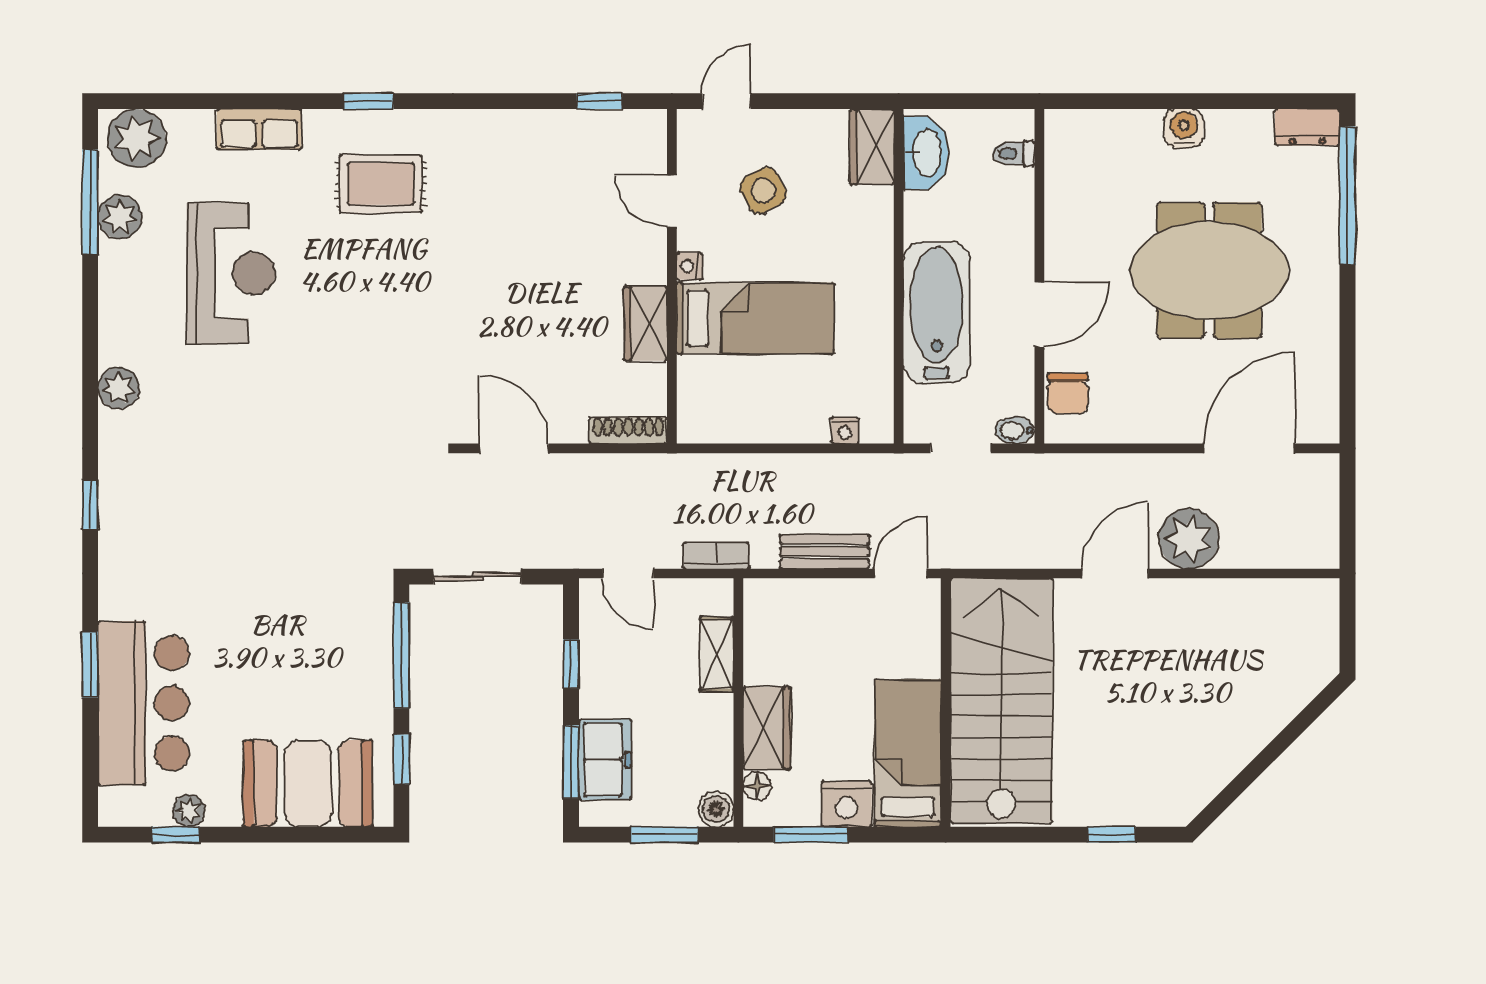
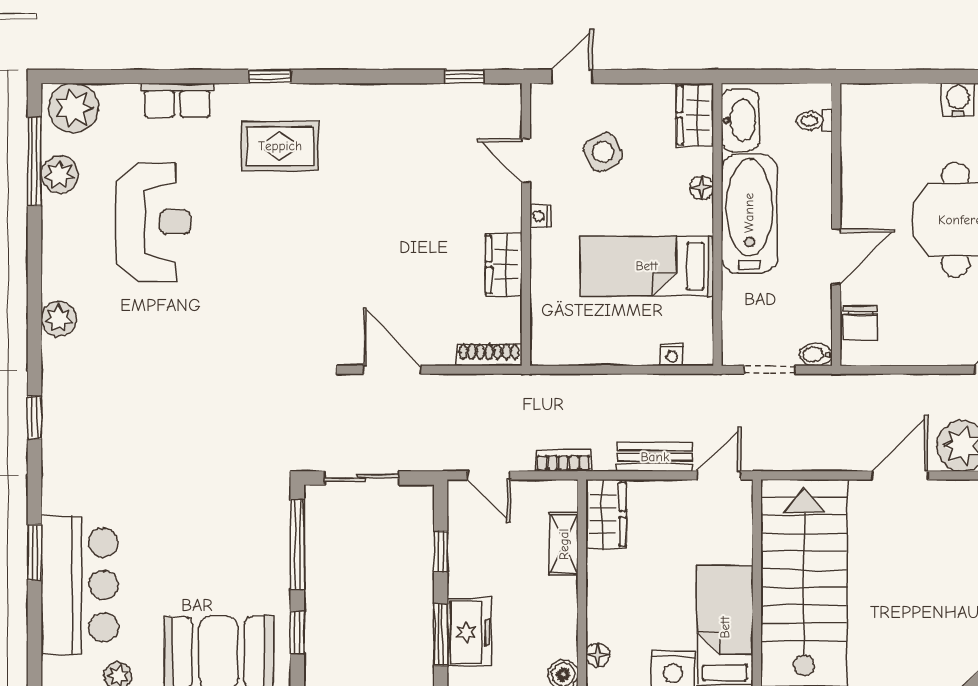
floor lamp: (880, 232) -> (702, 187), added
bathtub: (937, 312) -> (749, 213), moved
bed: (755, 318) -> (647, 266), moved, turned 180
wardrobe: (767, 728) -> (606, 514), moved

